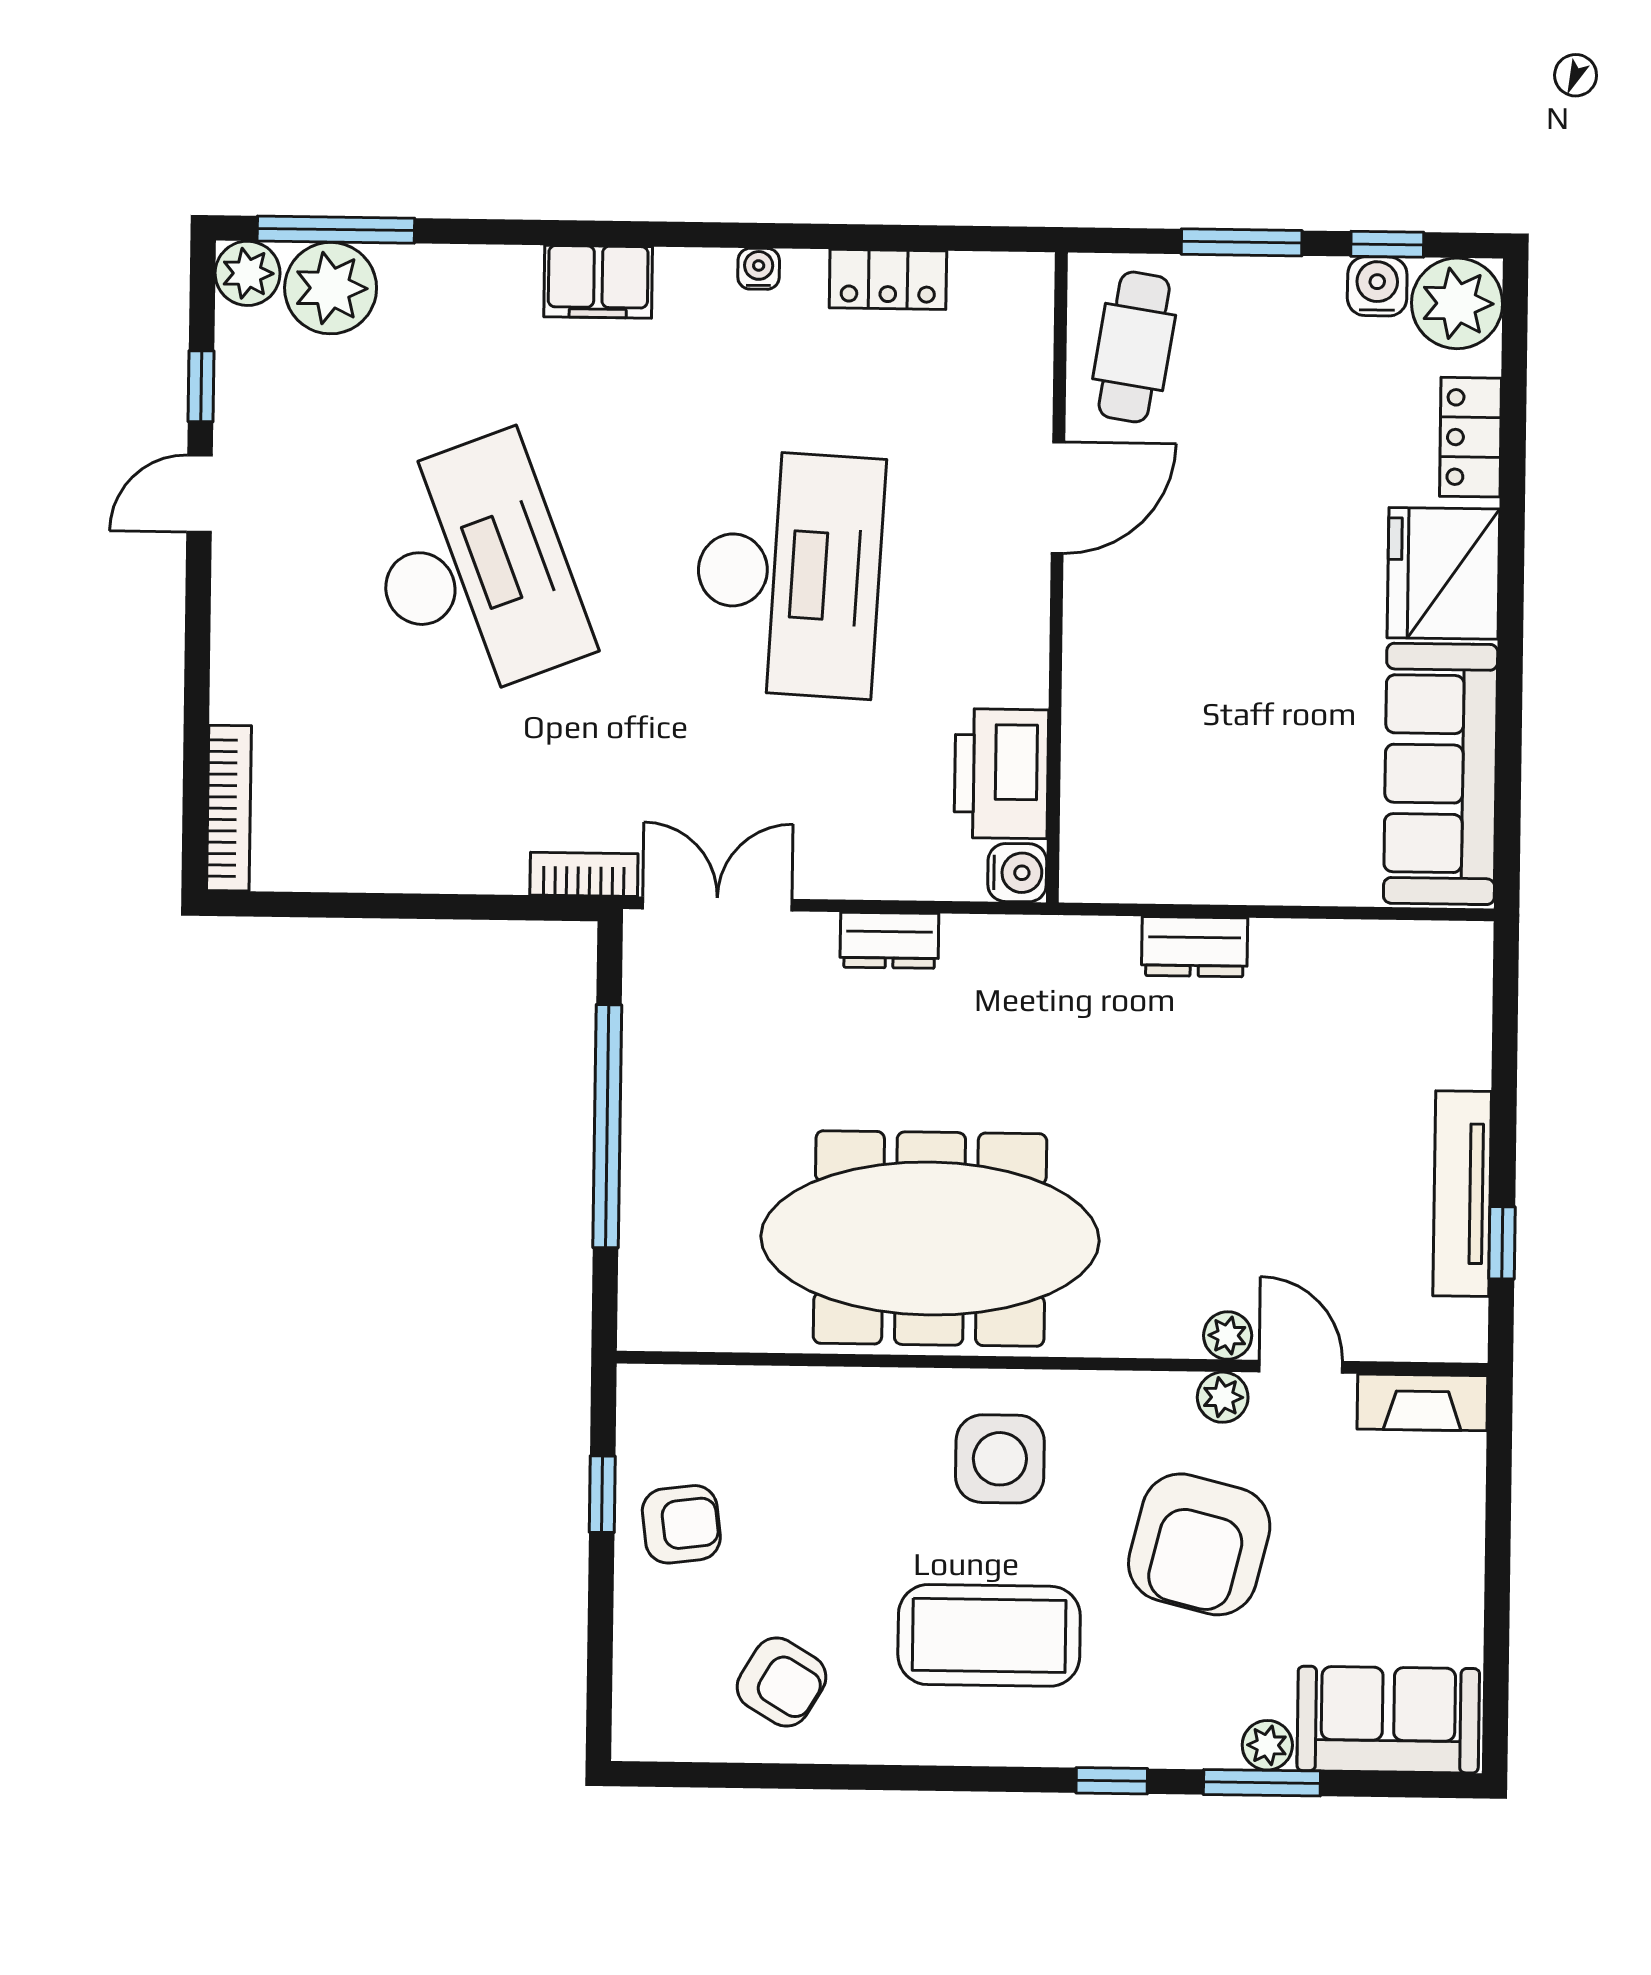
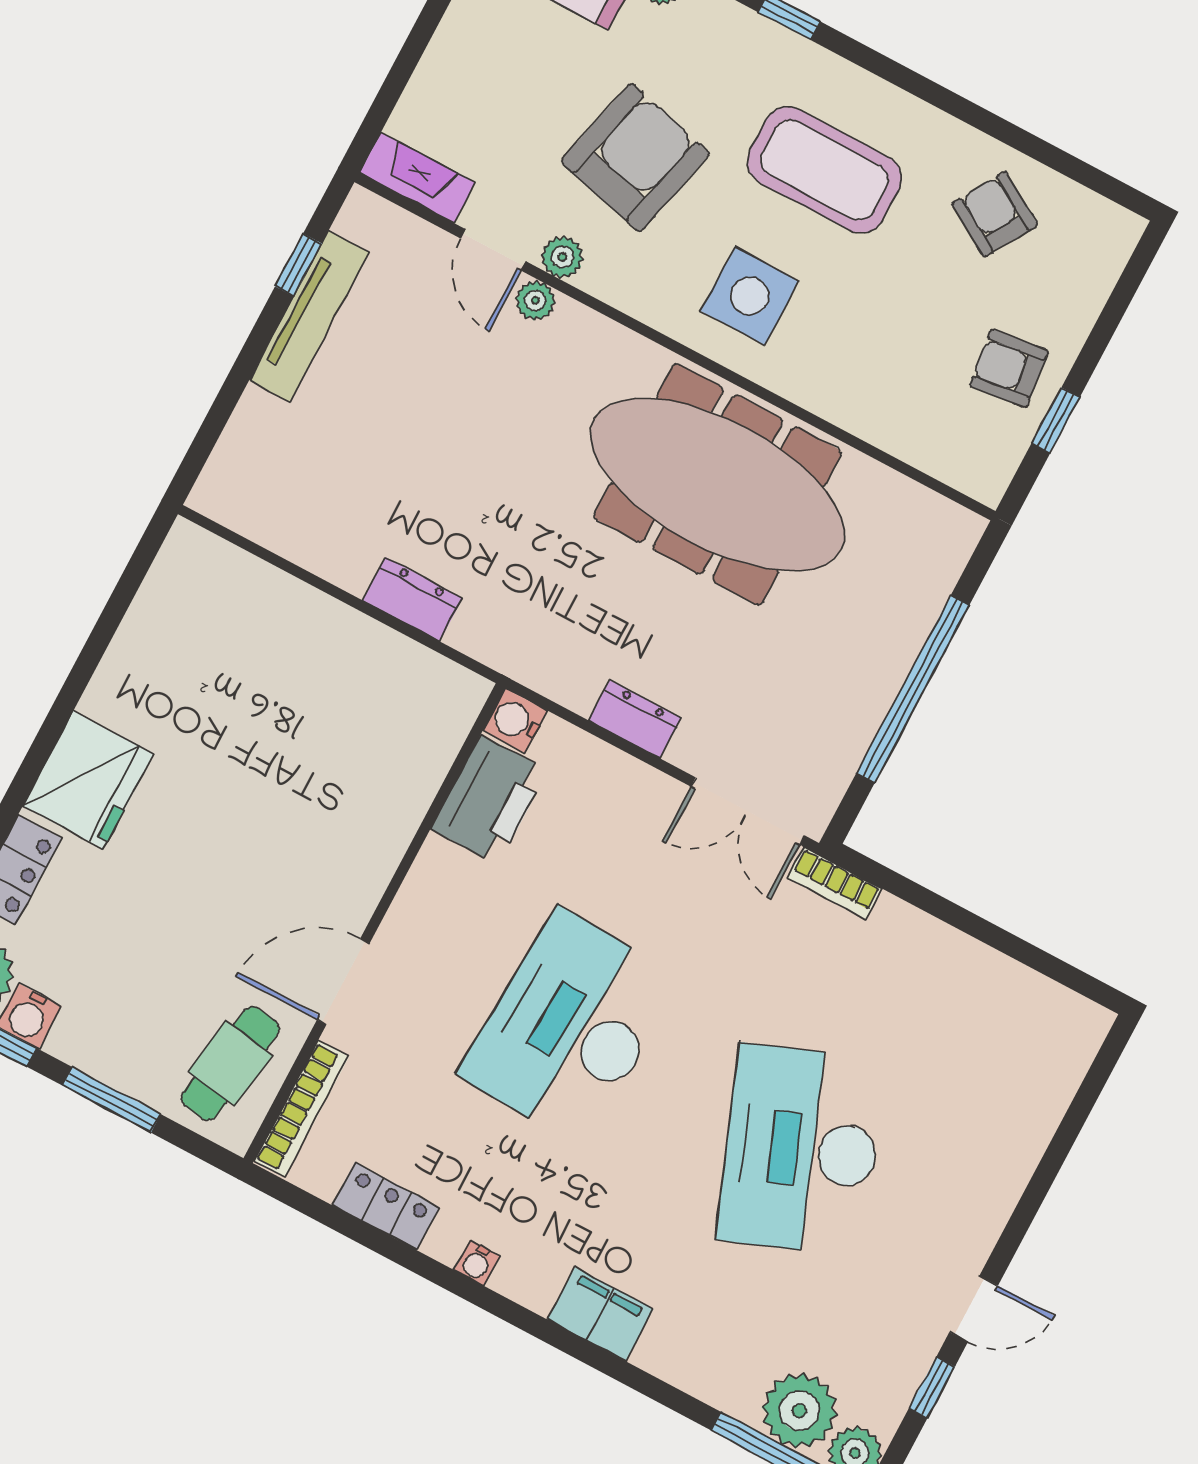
sofa: (1441, 774) -> (166, 633), removed
bookcase: (229, 808) -> (301, 1109), moved, turned 180

